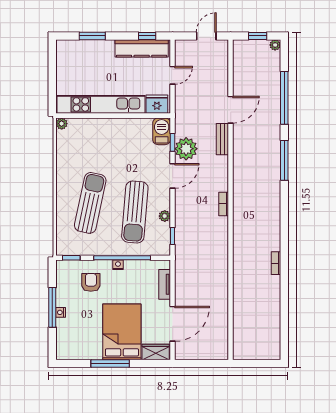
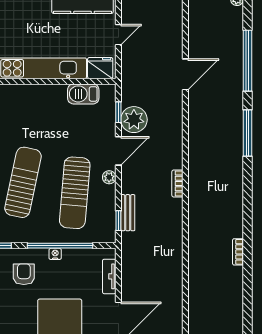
barbecue: (162, 131) -> (83, 94), moved, turned -90
bench: (222, 139) -> (128, 213), moved
plant: (165, 216) -> (109, 177), moved

